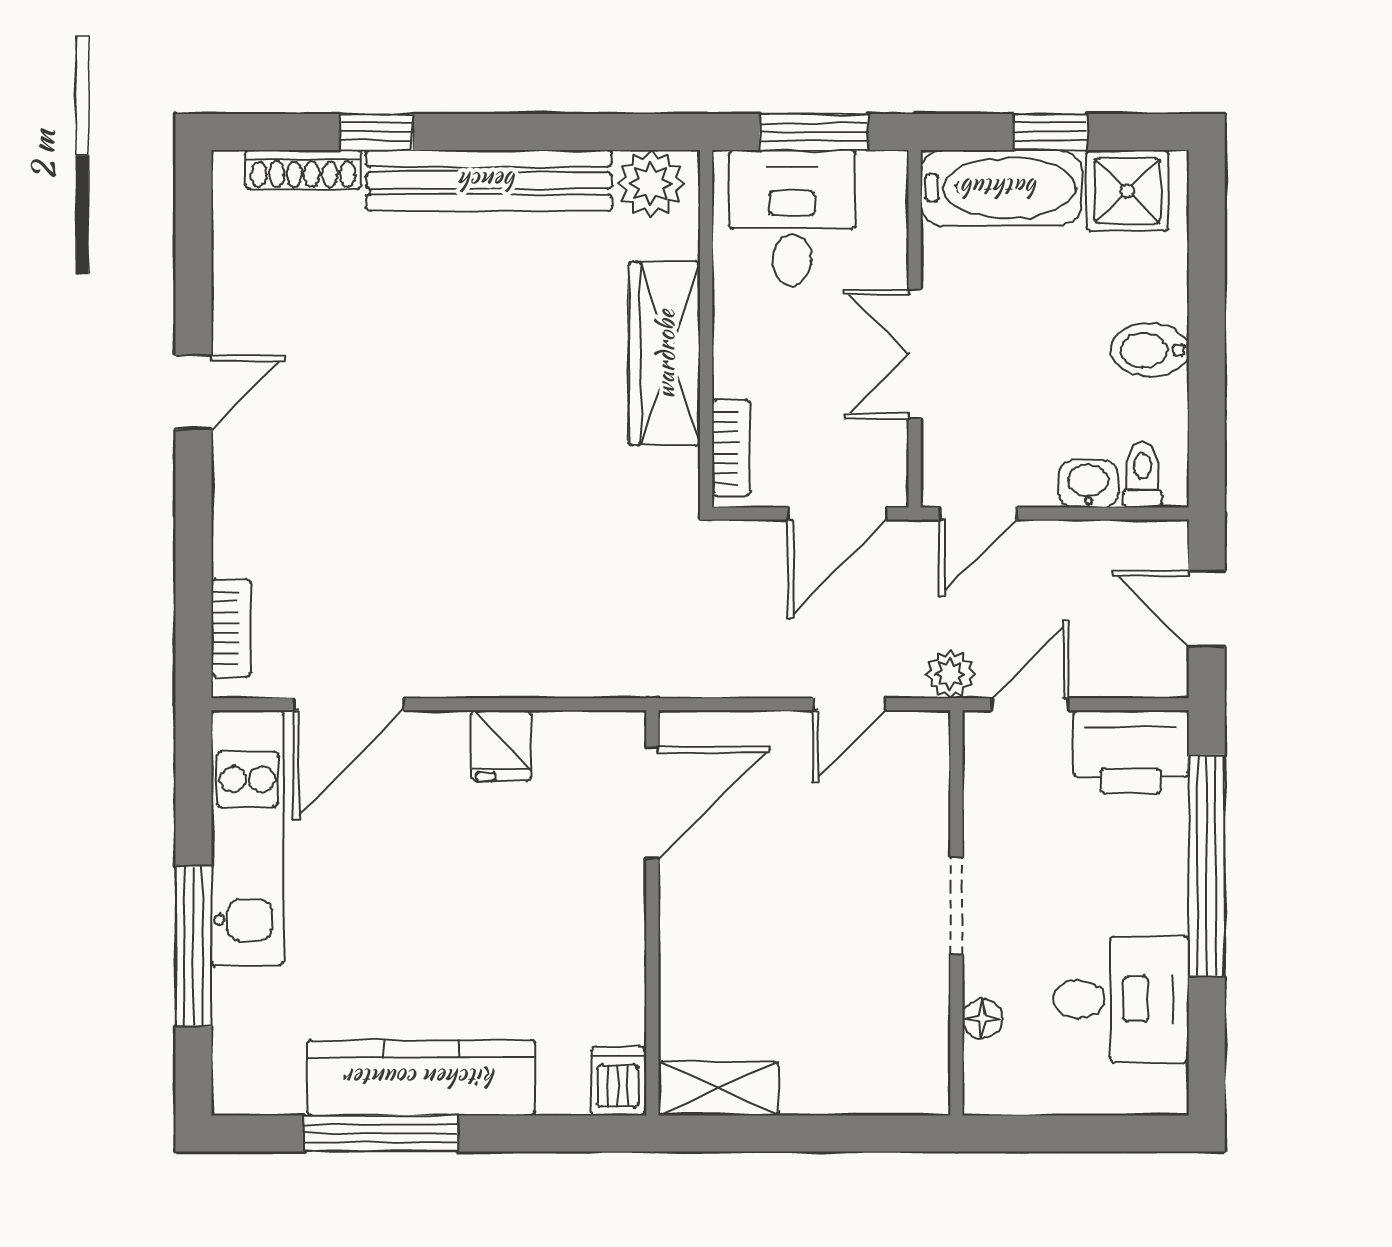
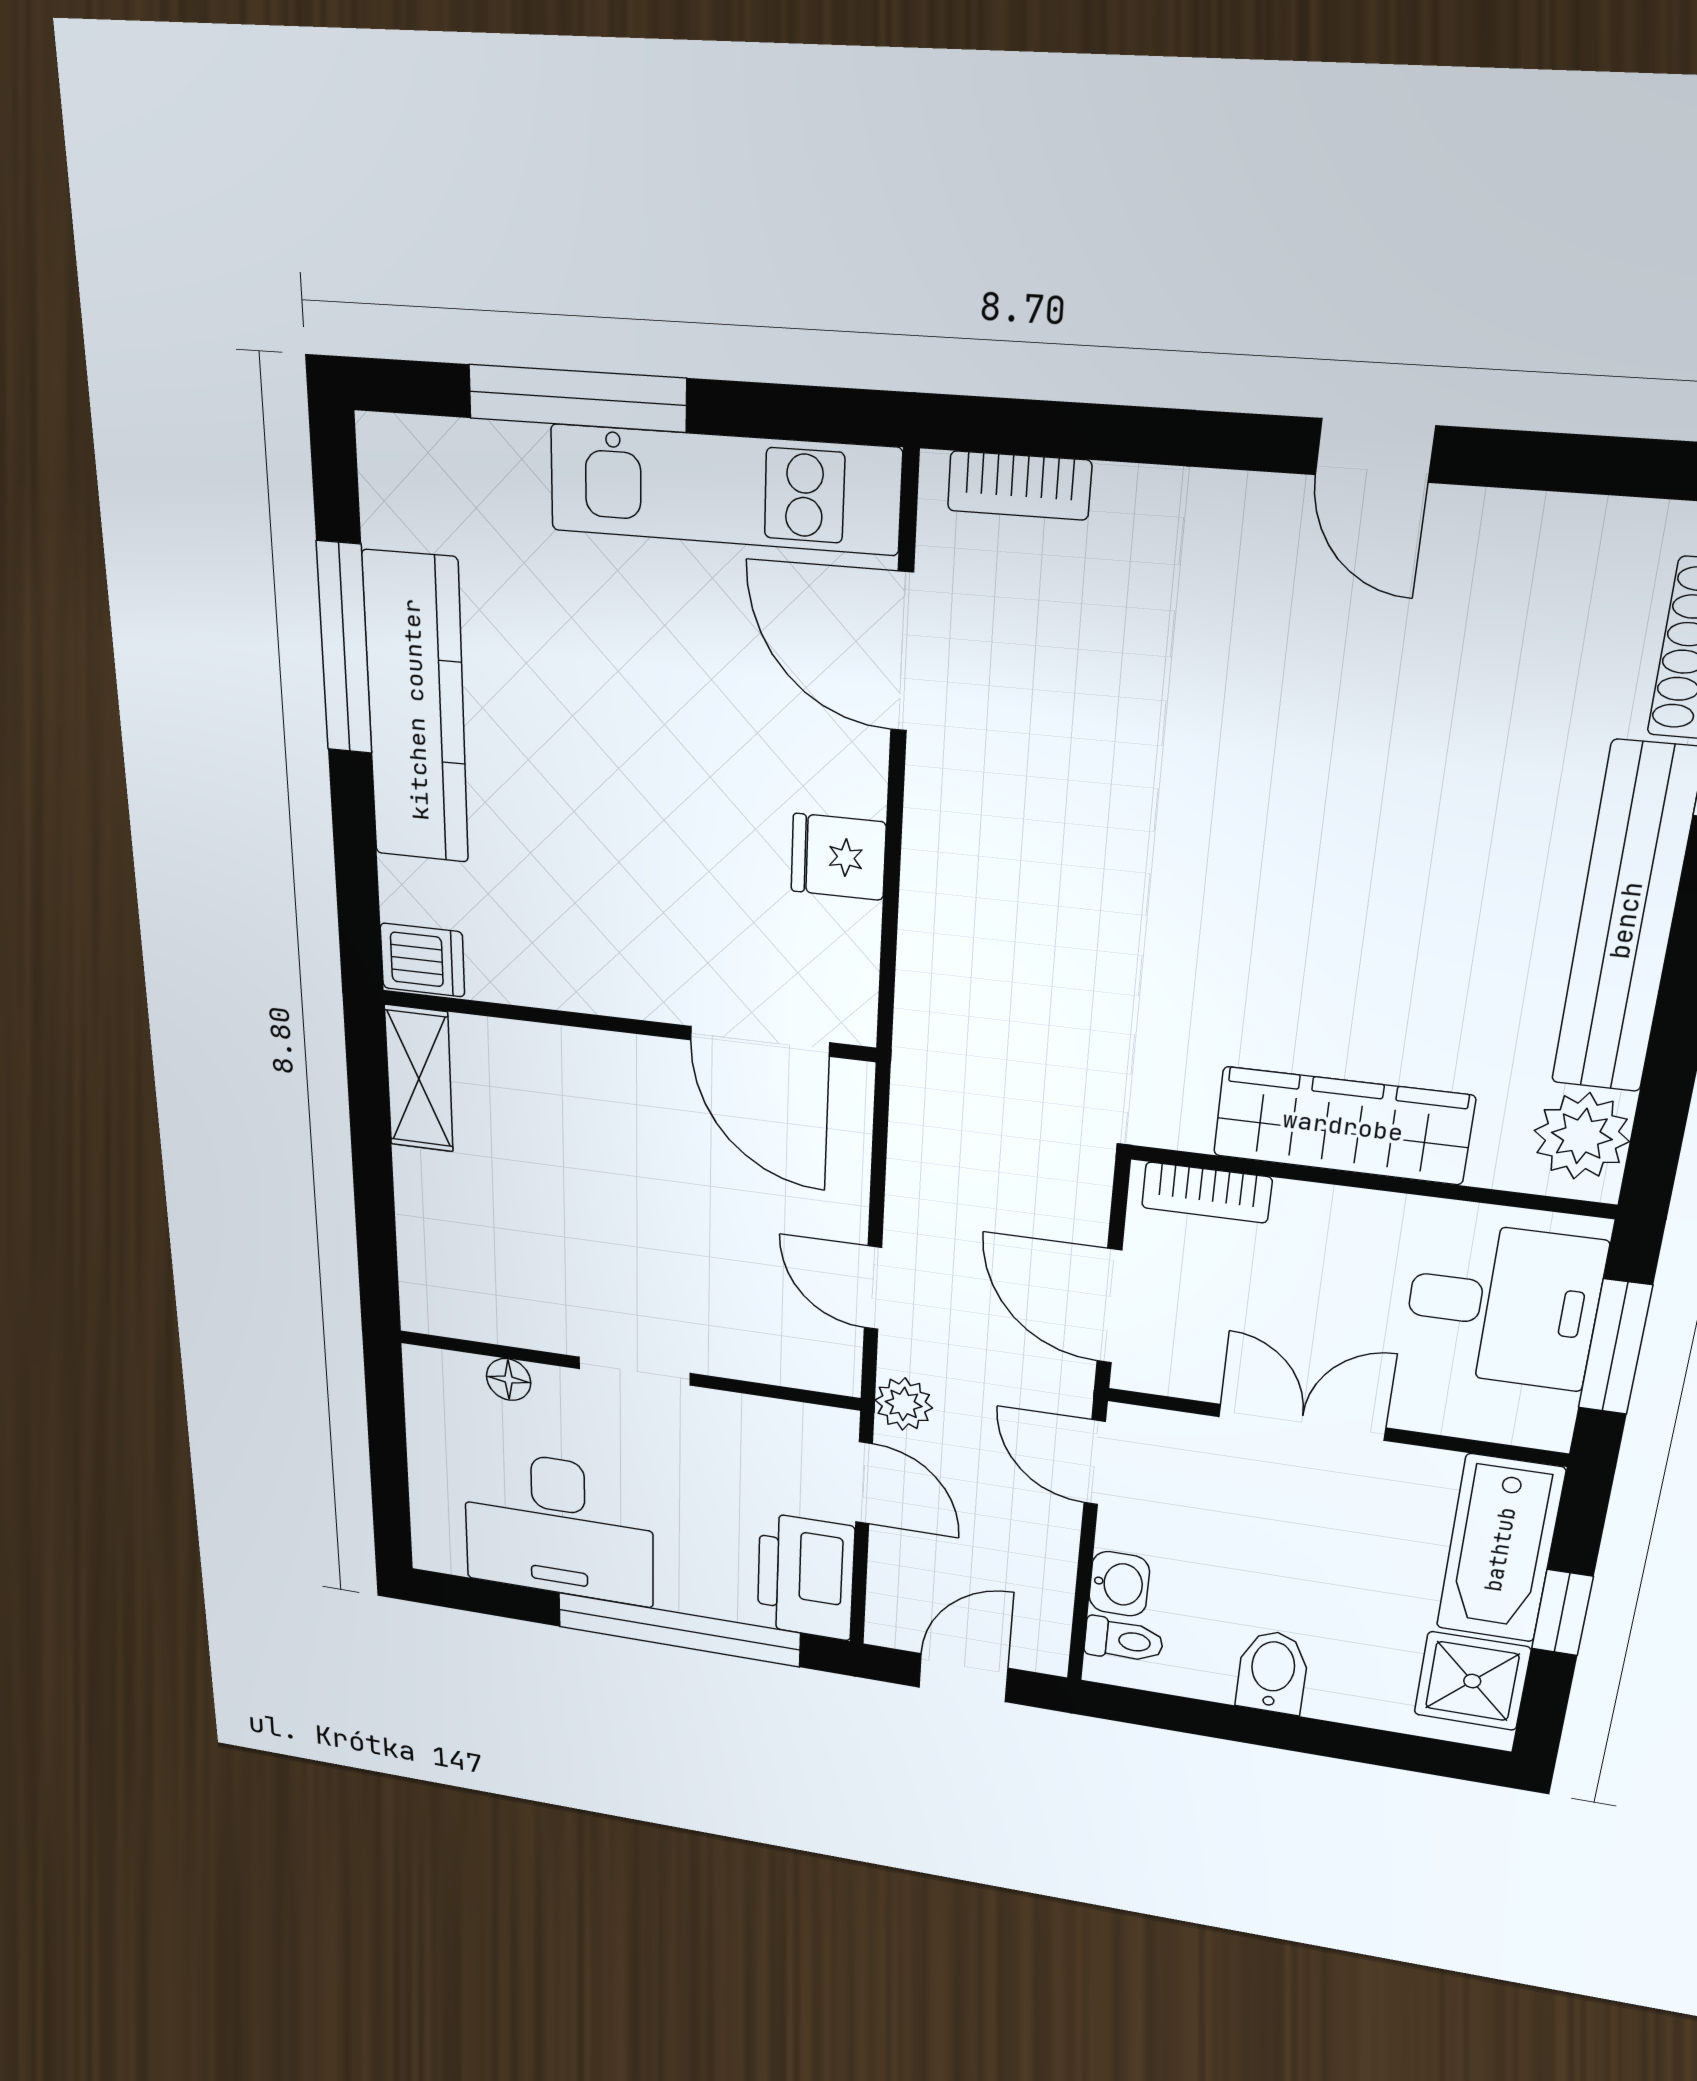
desk: (1121, 999) -> (559, 1527), width x1.37

